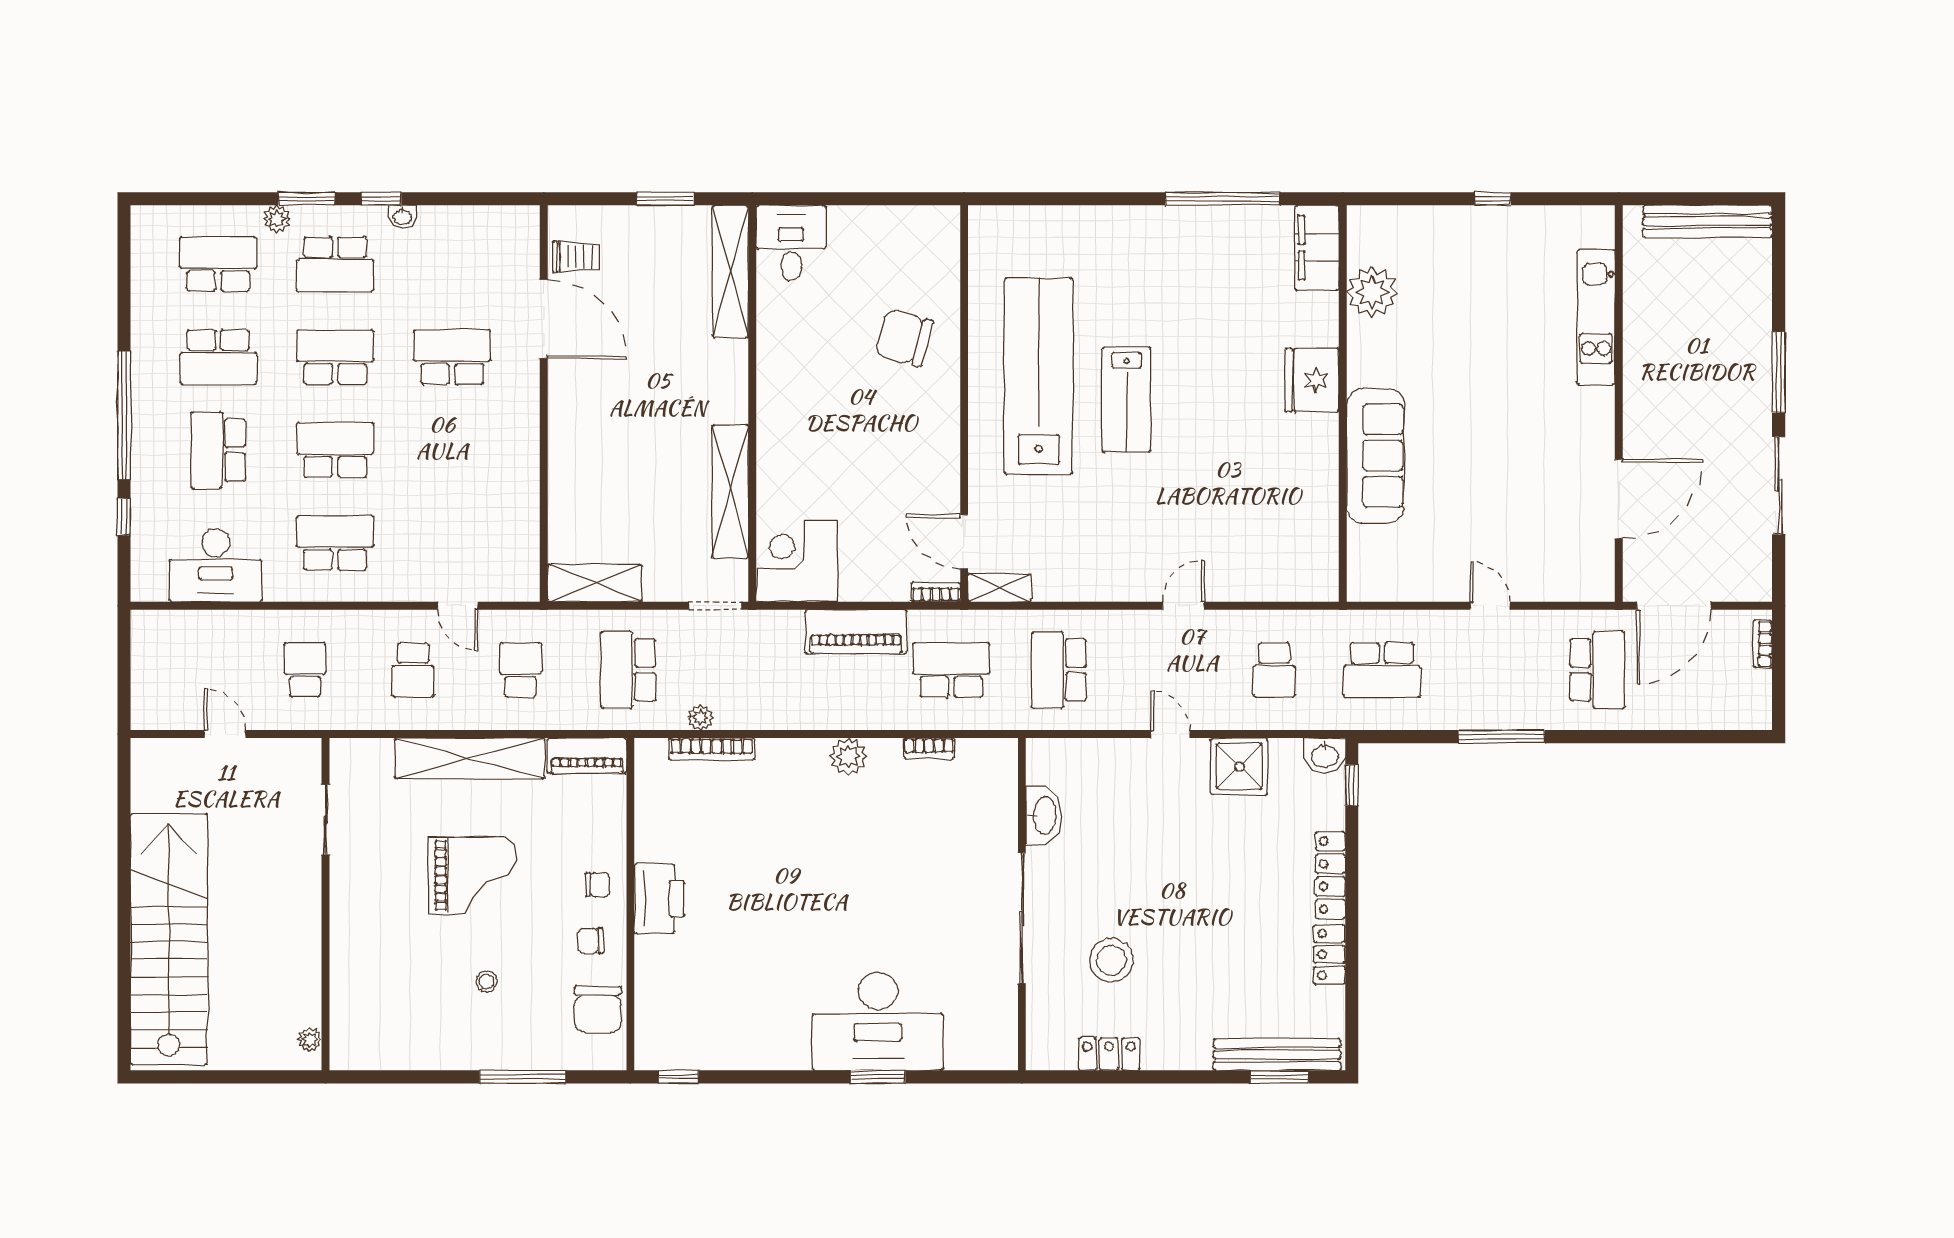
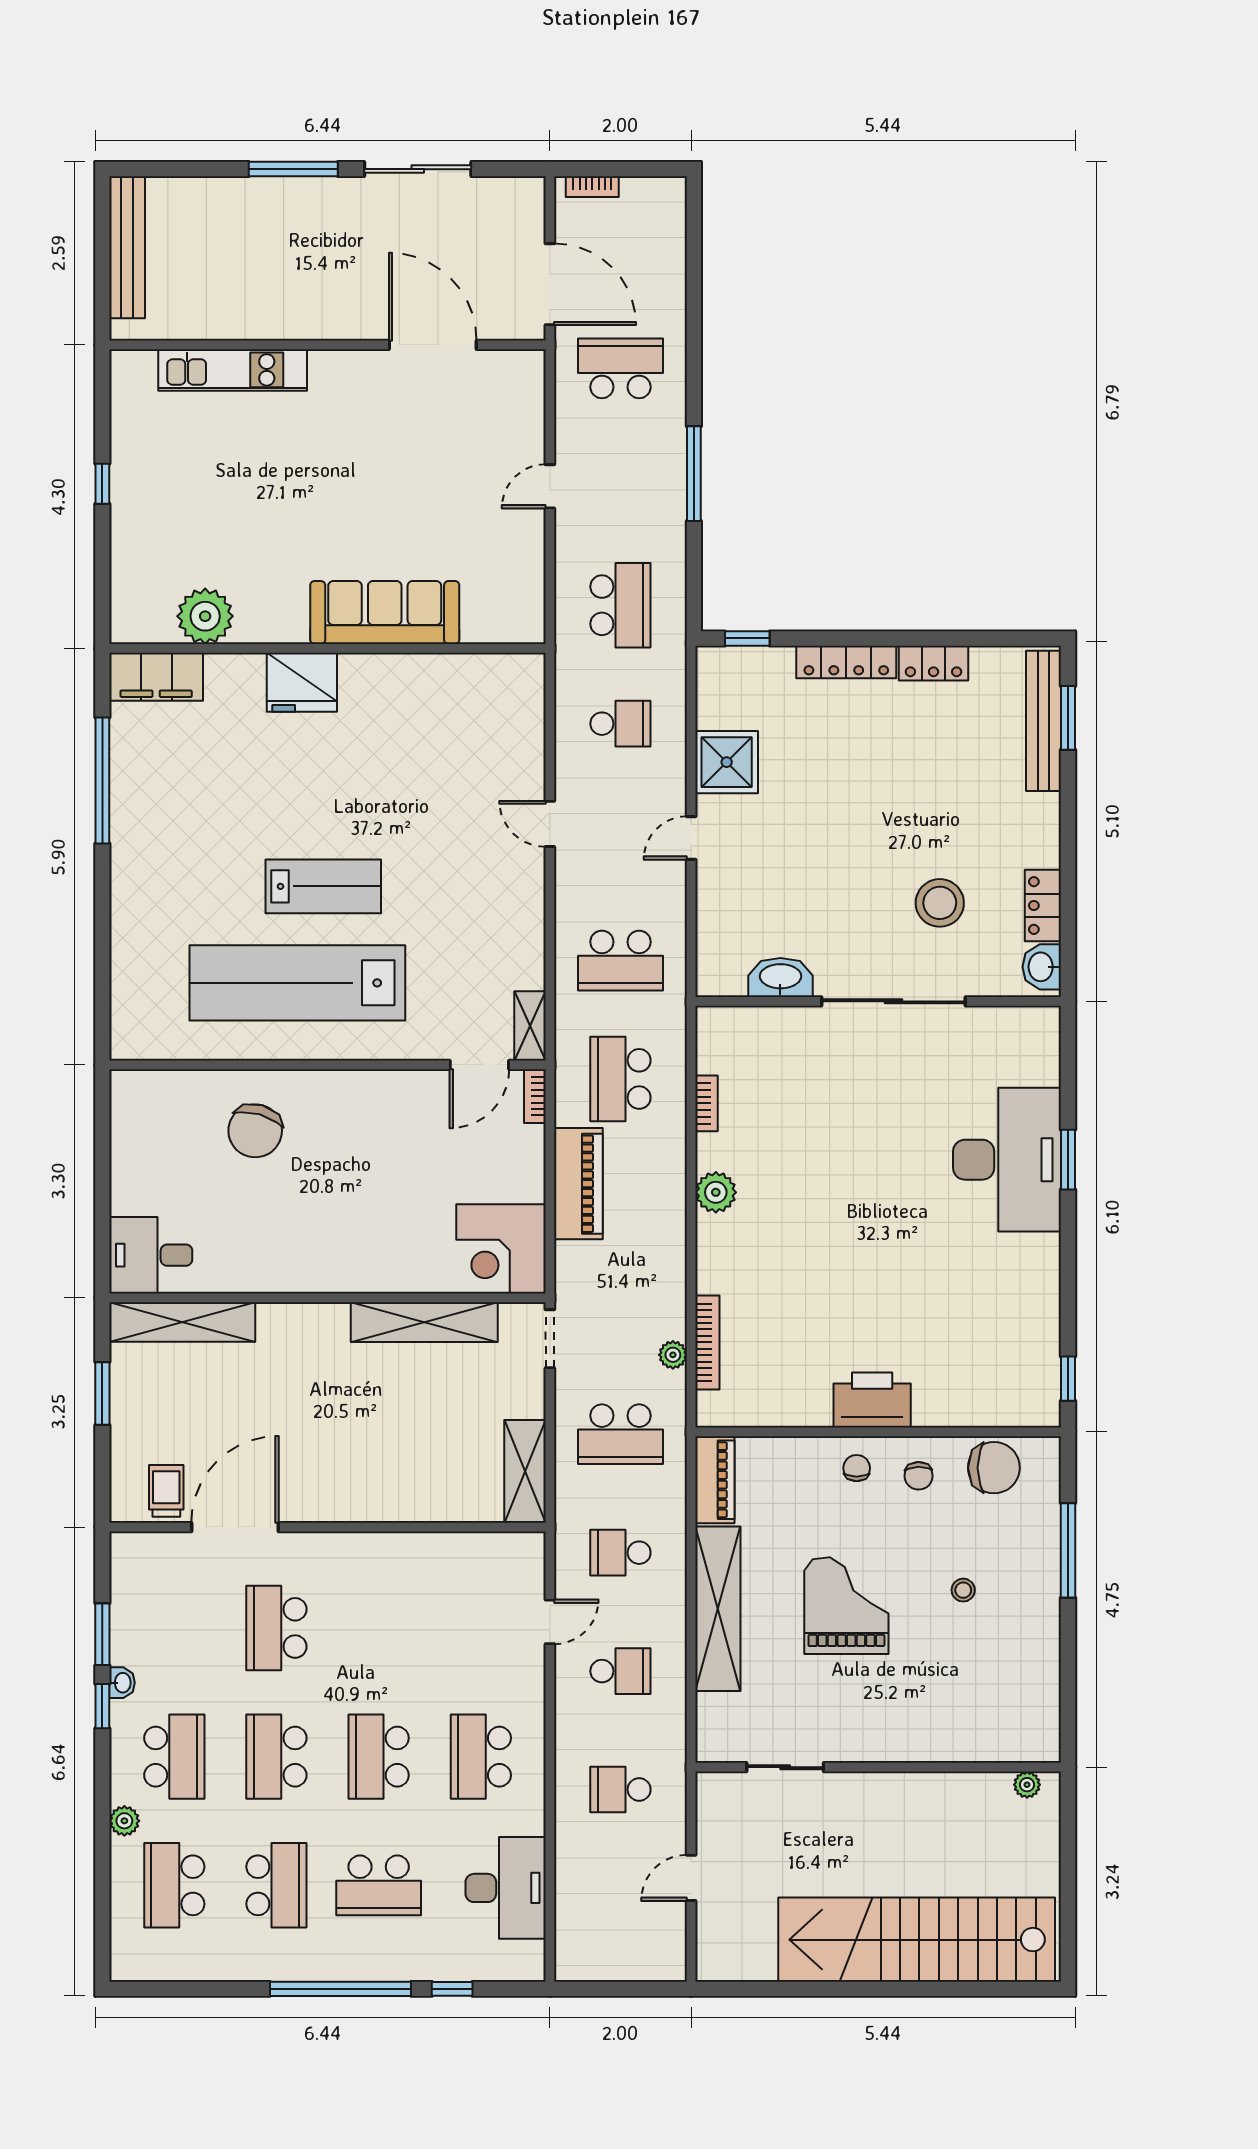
window: (307, 199) -> (102, 1634), moved
washbasin: (1325, 755) -> (1042, 967), moved, turned 180

